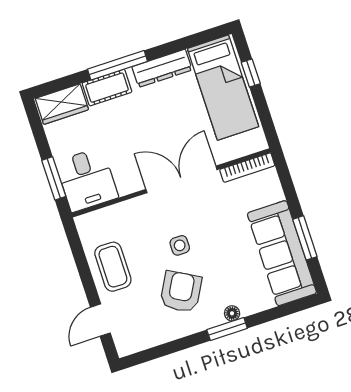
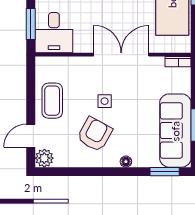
bookcase: (247, 168) -> (178, 62), width x0.64
window: (227, 329) -> (165, 172), moved
plant: (127, 343) -> (44, 158), added

